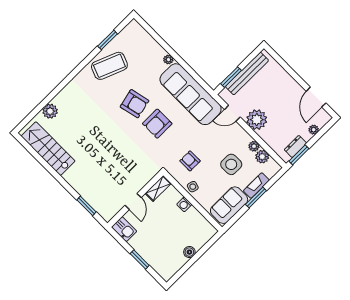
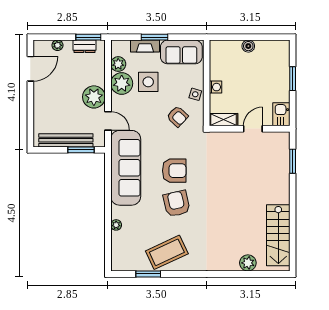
plant: (168, 60) -> (116, 225), moved
coffee table: (109, 66) -> (167, 252), turned -47
plant: (254, 146) -> (122, 83), width x1.88, depth x1.88
armchair: (190, 161) -> (178, 116), turned -47

